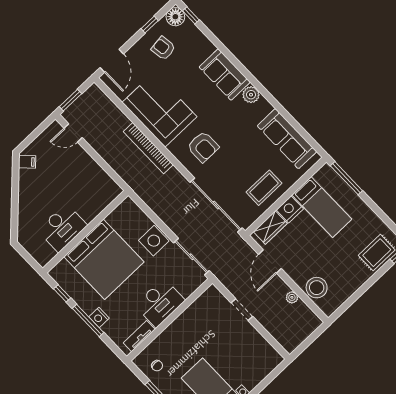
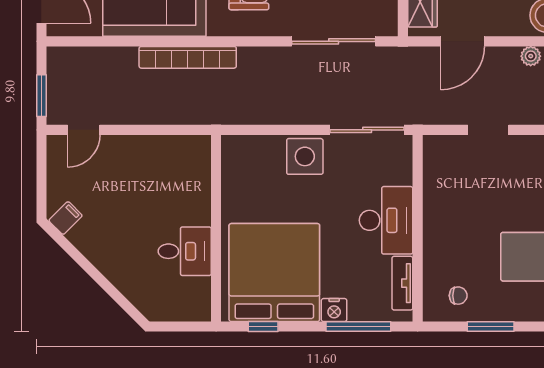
sliding door: (216, 205) -> (334, 41), width x0.73
desk: (62, 228) -> (185, 251), width x0.73
bed: (104, 259) -> (274, 273), moved, turned -90
door: (270, 261) -> (463, 41), hinge flipped
window: (88, 320) -> (358, 327), moved

